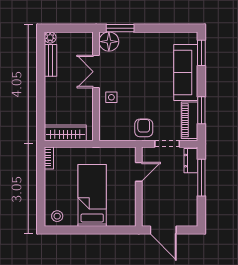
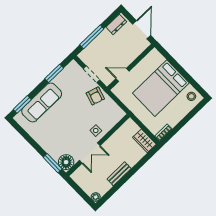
bench: (51, 60) -> (119, 174), moved
piano: (189, 120) -> (66, 75), removed
armchair: (144, 128) -> (95, 96), turned -73
wardrobe: (65, 133) -> (144, 141), width x0.67
dresser: (191, 161) -> (116, 24), moved
bed: (92, 195) -> (161, 88), width x1.50

